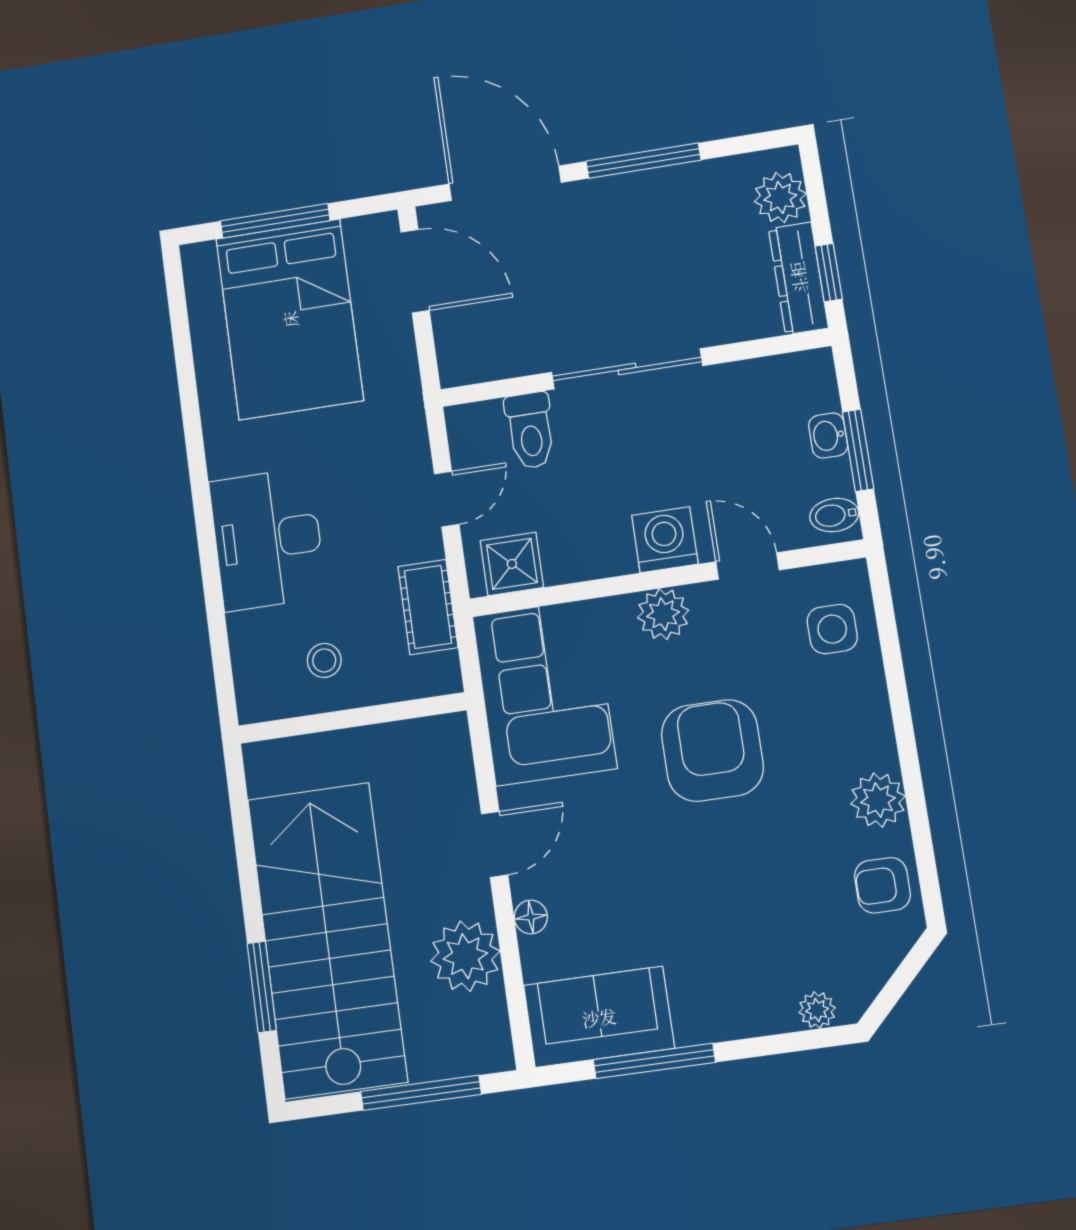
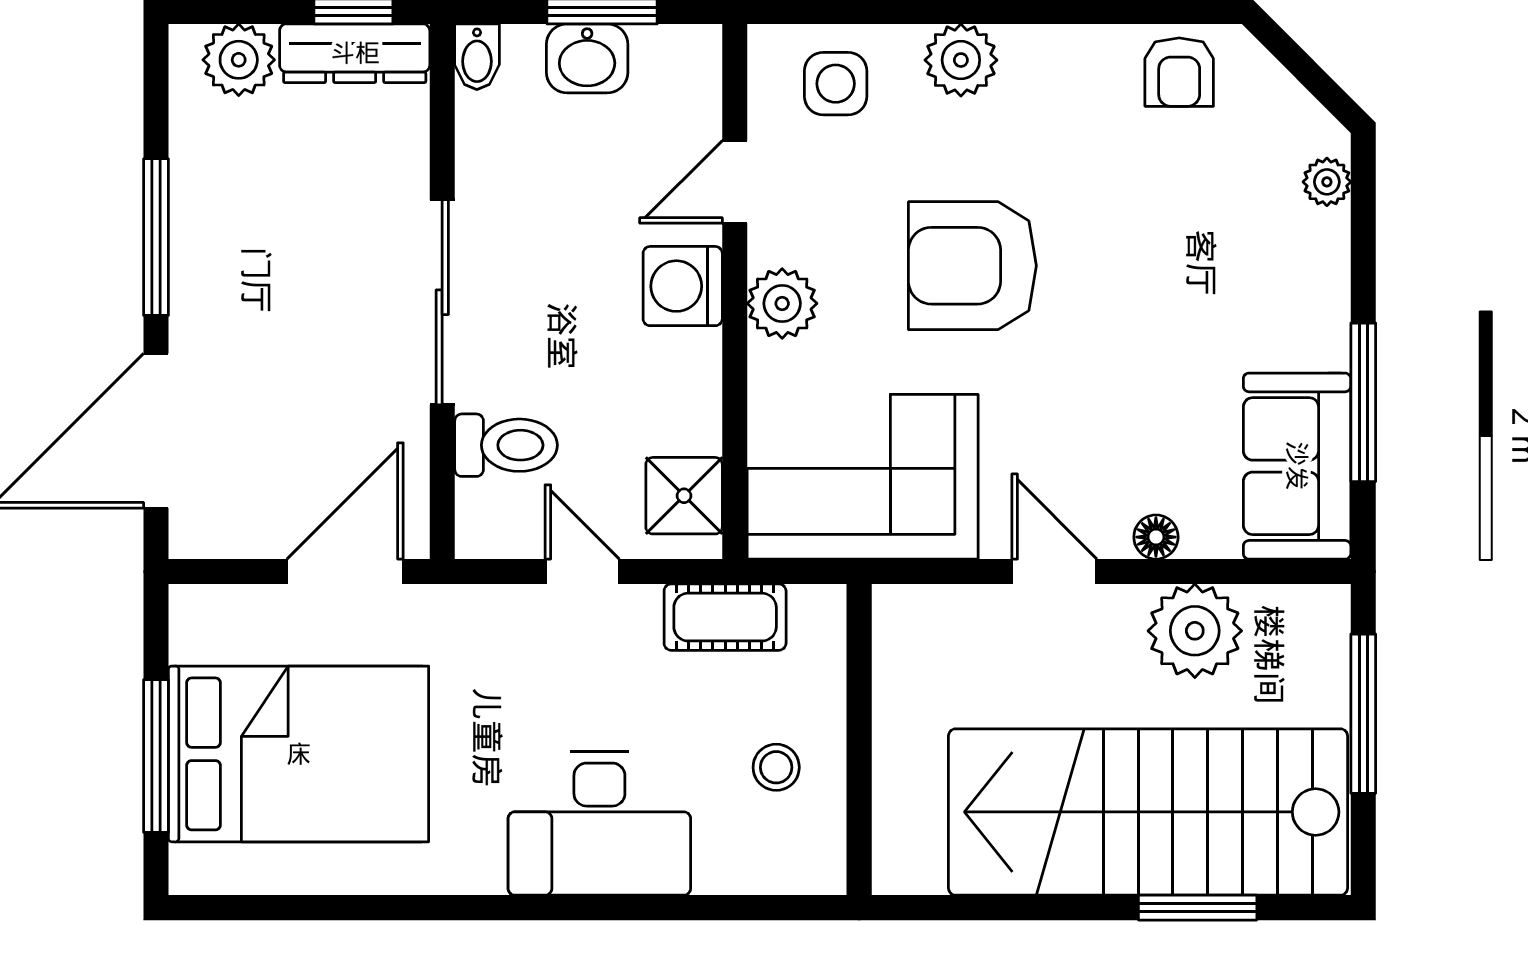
door: (415, 271) -> (345, 572), moved
washbasin: (828, 436) -> (587, 58), width x1.38, depth x1.45
bidet: (834, 515) -> (477, 57), moved
plant: (878, 800) -> (961, 60), moved

